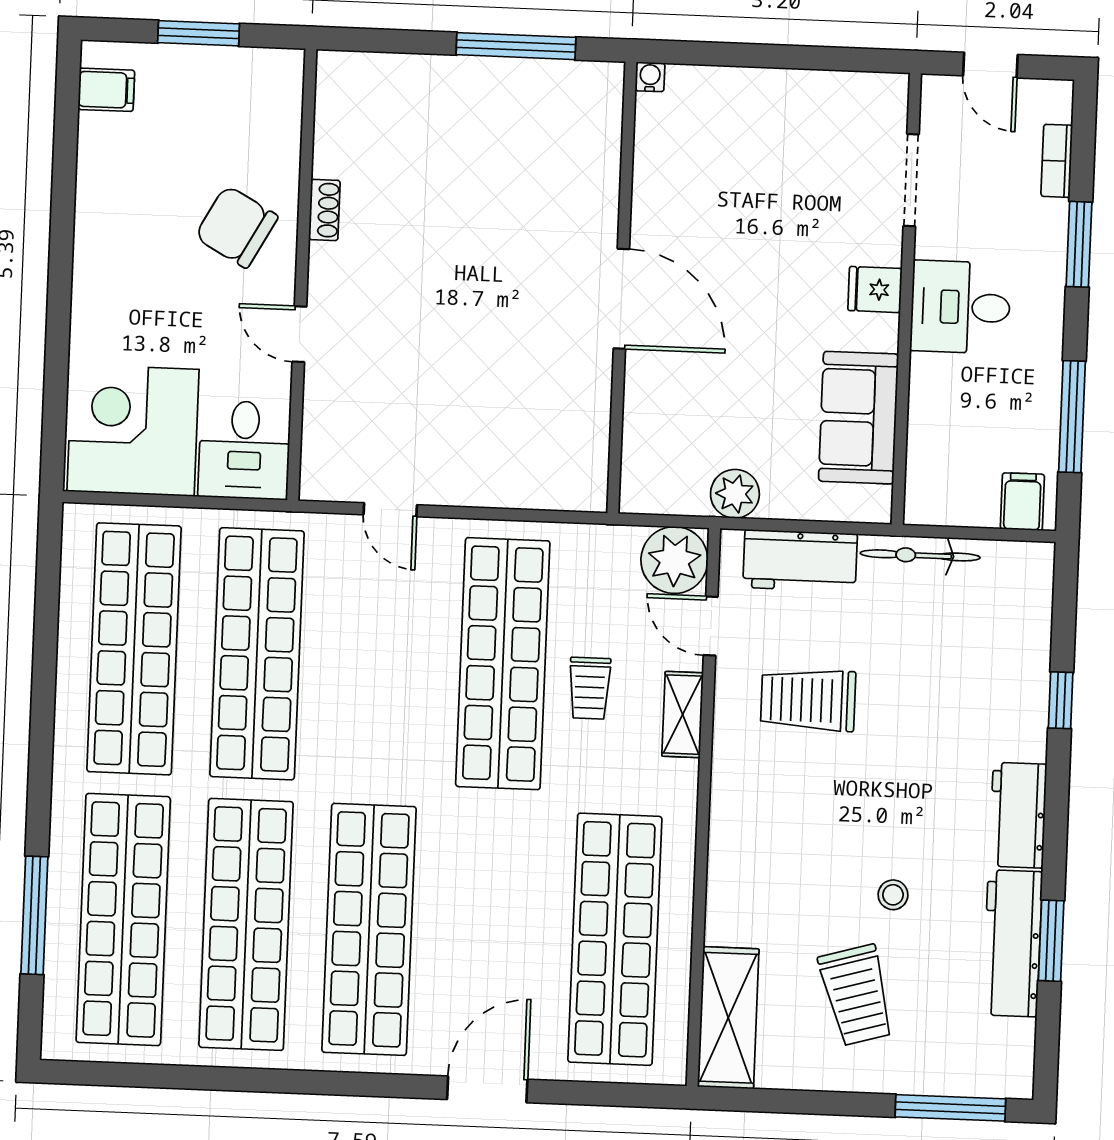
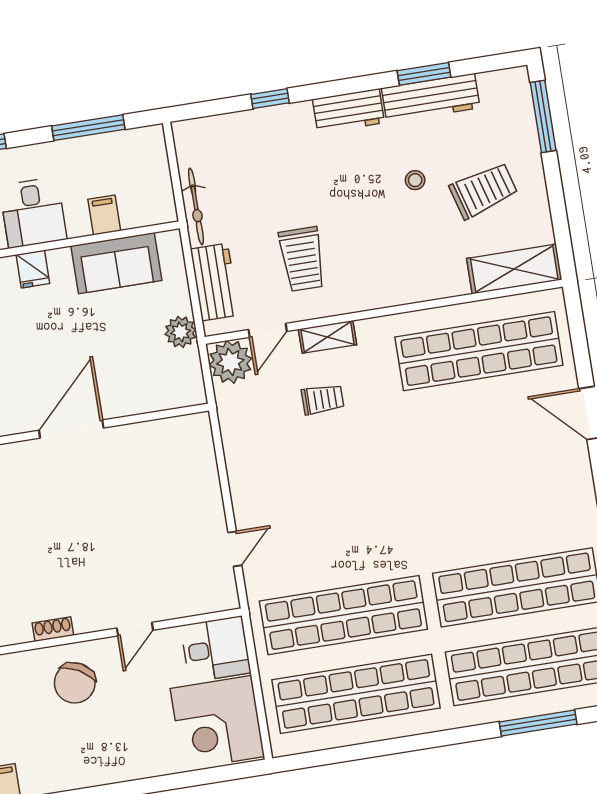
filing cabinet: (1022, 502) -> (104, 215), moved, turned 90
shop shelf: (503, 664) -> (318, 458), removed
shop shelf: (369, 929) -> (504, 509), removed

